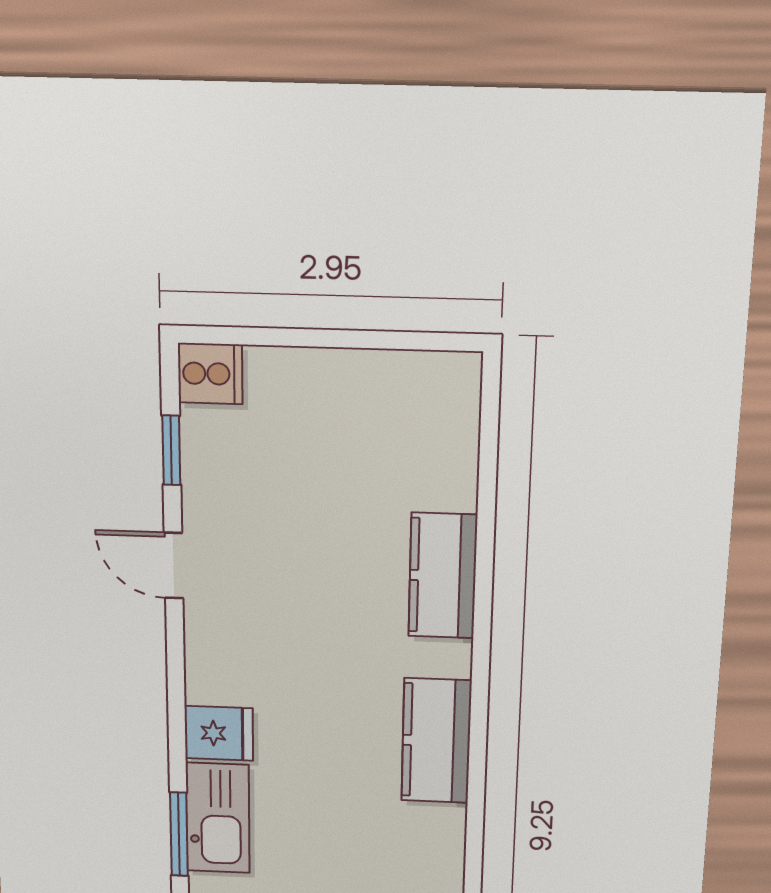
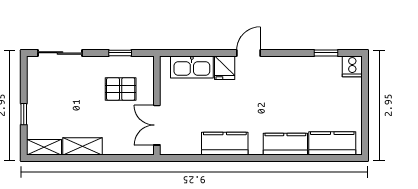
kitchen counter: (444, 440) -> (332, 143), added
door: (174, 566) -> (249, 53), moved
window: (179, 834) -> (185, 53), removed

